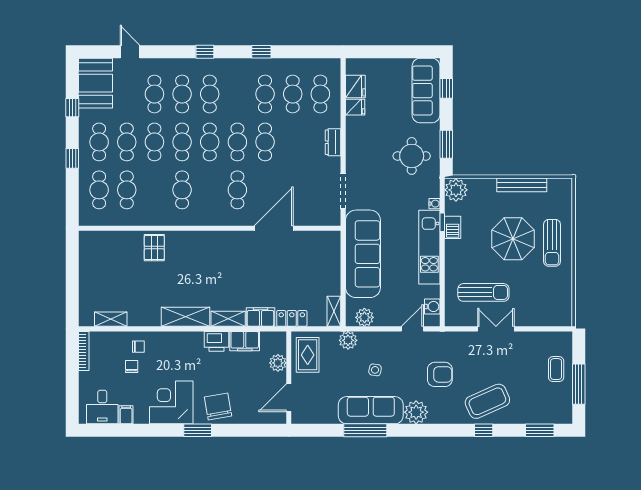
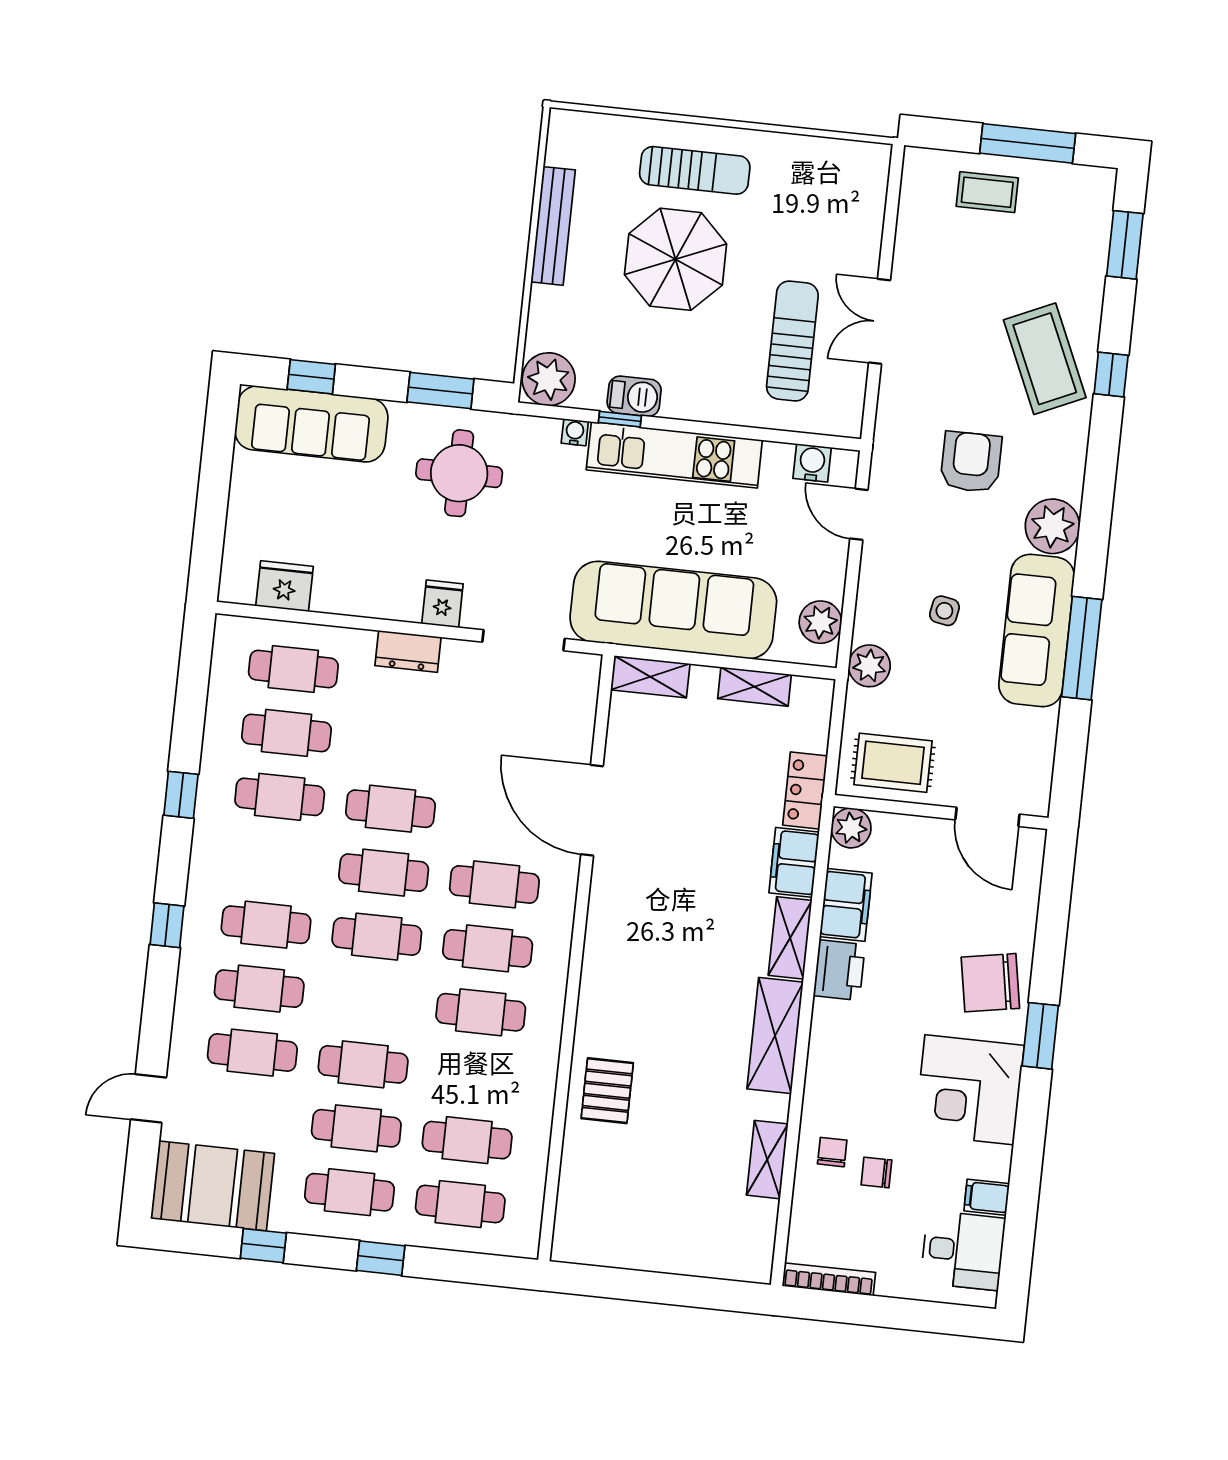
fridge: (355, 107) -> (442, 604), moved
cafe table: (182, 142) -> (488, 948), moved
shelving: (333, 247) -> (650, 677), added
pallet: (154, 248) -> (607, 1091), turned 90
shelving: (334, 311) -> (754, 687), moved
shelving: (111, 319) -> (767, 1160), moved
plant: (278, 363) -> (851, 828), moved

